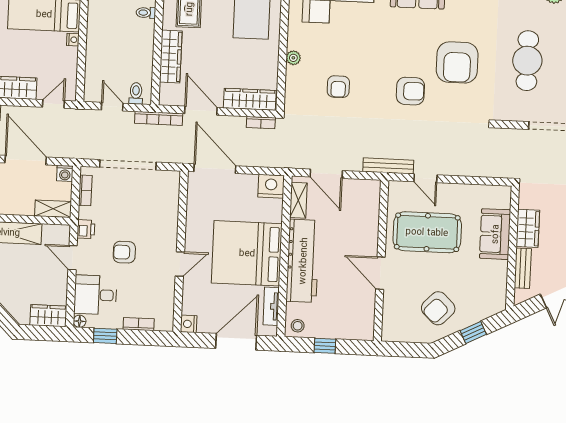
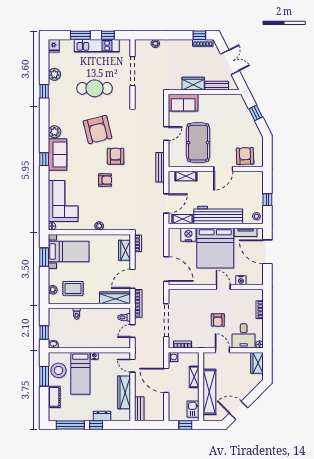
wardrobe: (171, 57) -> (115, 298), moved
armchair: (457, 62) -> (97, 130), turned 76
armchair: (338, 87) -> (105, 180), moved
wardrobe: (250, 99) -> (125, 250), width x0.67
door: (26, 160) -> (166, 380), hinge flipped
door: (215, 169) -> (166, 269), swing flipped
door: (425, 178) -> (166, 134), moved
nightstand: (271, 186) -> (188, 235), moved, turned 90
shelving: (53, 209) -> (194, 377), moved
shelving: (371, 209) -> (186, 176), added
printer: (86, 229) -> (205, 343), removed
sofa: (495, 234) -> (183, 103), moved
door: (73, 258) -> (222, 350), swing flipped
armchair: (438, 308) -> (245, 156), moved, turned -136
nightstand: (189, 324) -> (241, 280), moved
window: (105, 336) -> (267, 329), removed

